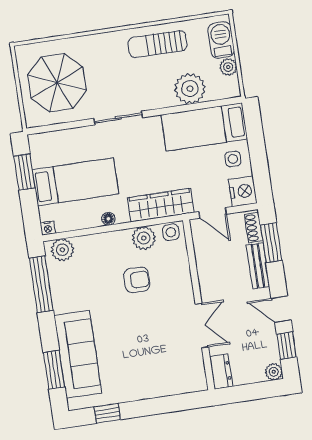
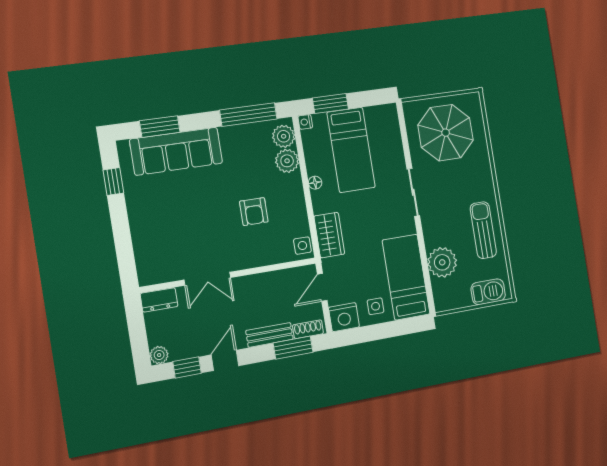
plant: (228, 67) -> (463, 299), removed
window: (24, 172) -> (330, 104), moved
wardrobe: (161, 205) -> (329, 235), width x0.67
plant: (144, 238) -> (287, 161), moved

